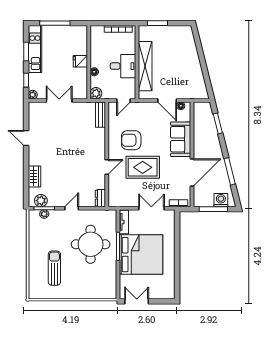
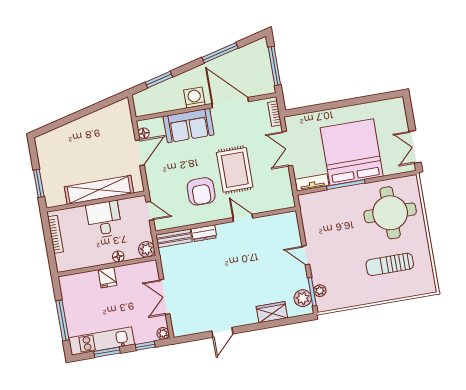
dresser: (100, 198) -> (204, 233), moved
washing machine: (221, 200) -> (194, 98), moved, turned 90
round table: (91, 244) -> (390, 213), moved

